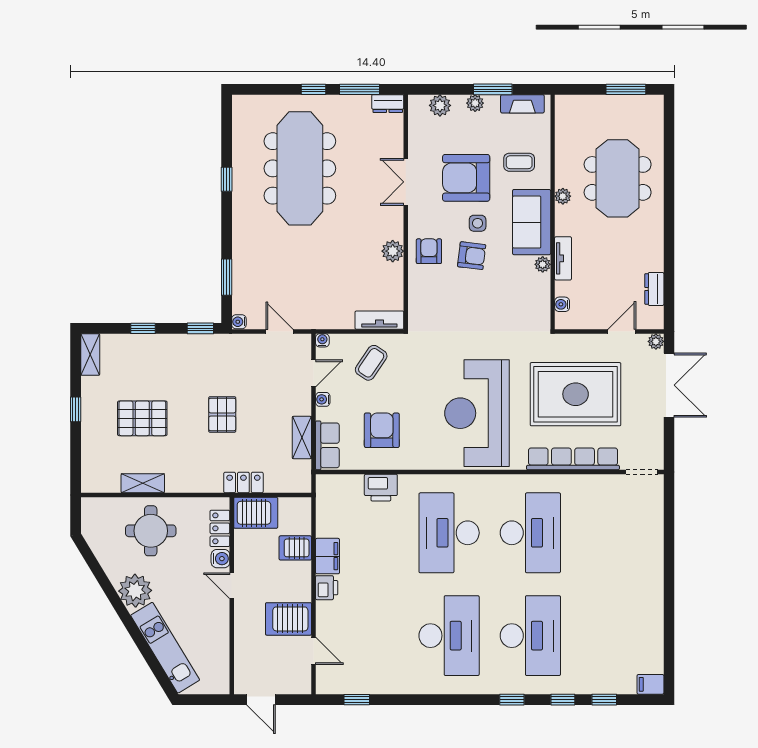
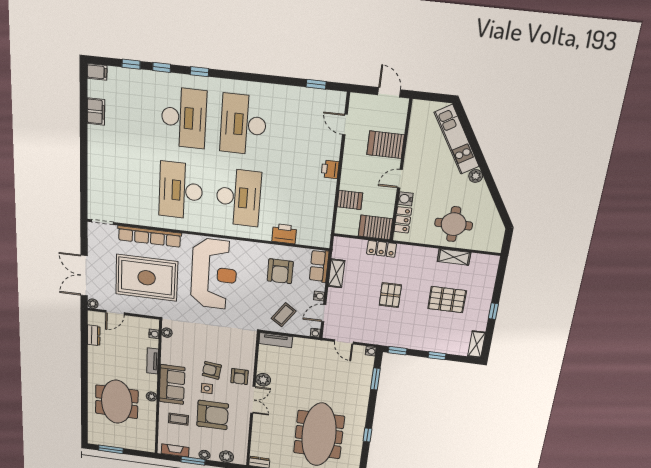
double door: (406, 182) -> (253, 400), moved
plant: (543, 264) -> (167, 333), moved
filing cabinet: (328, 556) -> (96, 112), moved, turned 180
door: (232, 586) -> (400, 179), swing flipped
plant: (135, 591) -> (476, 176), width x0.53, depth x0.53
server rack: (289, 619) -> (386, 145), moved, turned 180
desk: (530, 636) -> (184, 118), turned 180

